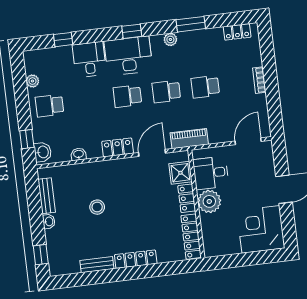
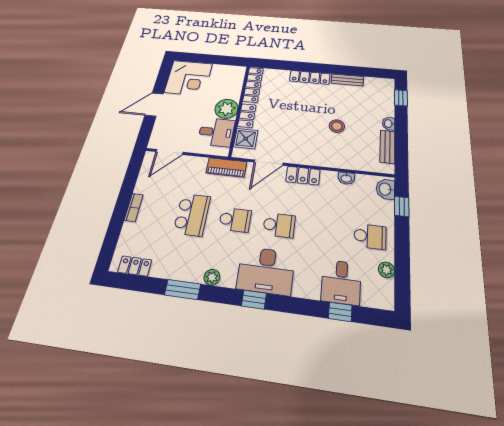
desk: (89, 59) -> (341, 282), moved
school desk: (205, 87) -> (192, 215), width x1.85

